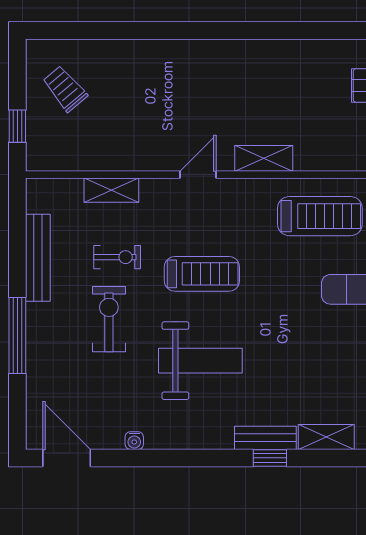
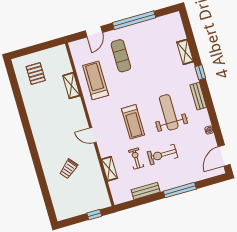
trolley: (65, 89) -> (69, 169), moved
shelving: (264, 158) -> (71, 86), moved
bench: (38, 258) -> (146, 191), width x0.73
treadmill: (202, 274) -> (133, 122), turned 180
bench: (265, 438) -> (198, 96), moved

